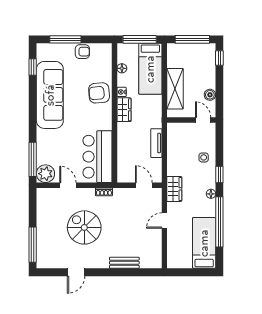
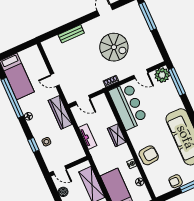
wardrobe: (124, 110) -> (117, 135), moved
window: (219, 175) -> (33, 145), moved
wardrobe: (174, 189) -> (60, 112), width x1.50
door: (164, 221) -> (55, 80), swing flipped

